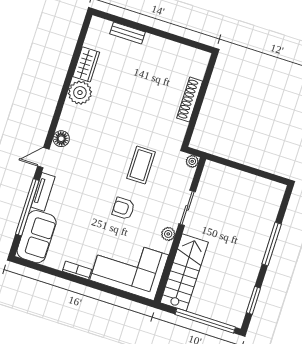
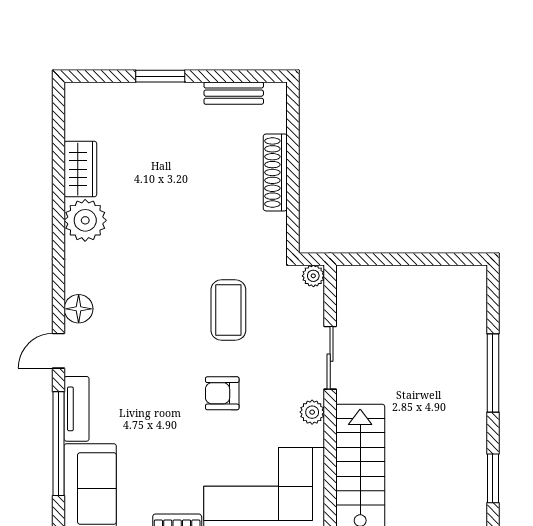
window: (145, 28) -> (160, 76), added
bench: (128, 33) -> (234, 93), moved

